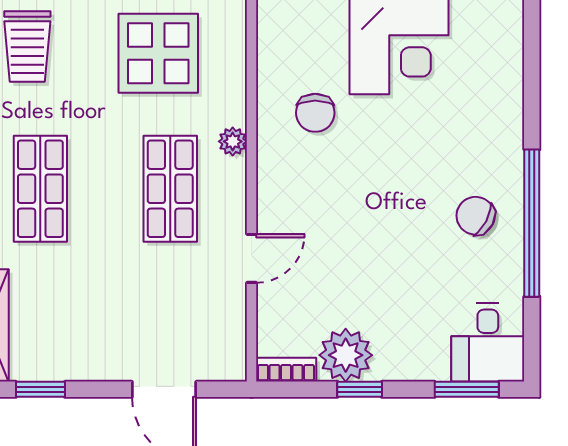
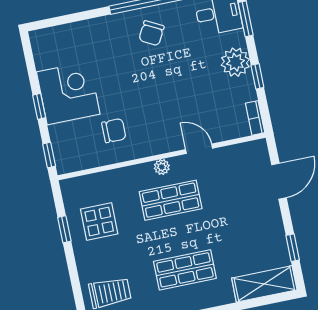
display table: (158, 53) -> (99, 222), width x0.73, depth x0.73
plant: (233, 141) -> (162, 167), moved
plant: (346, 355) -> (235, 62), moved

